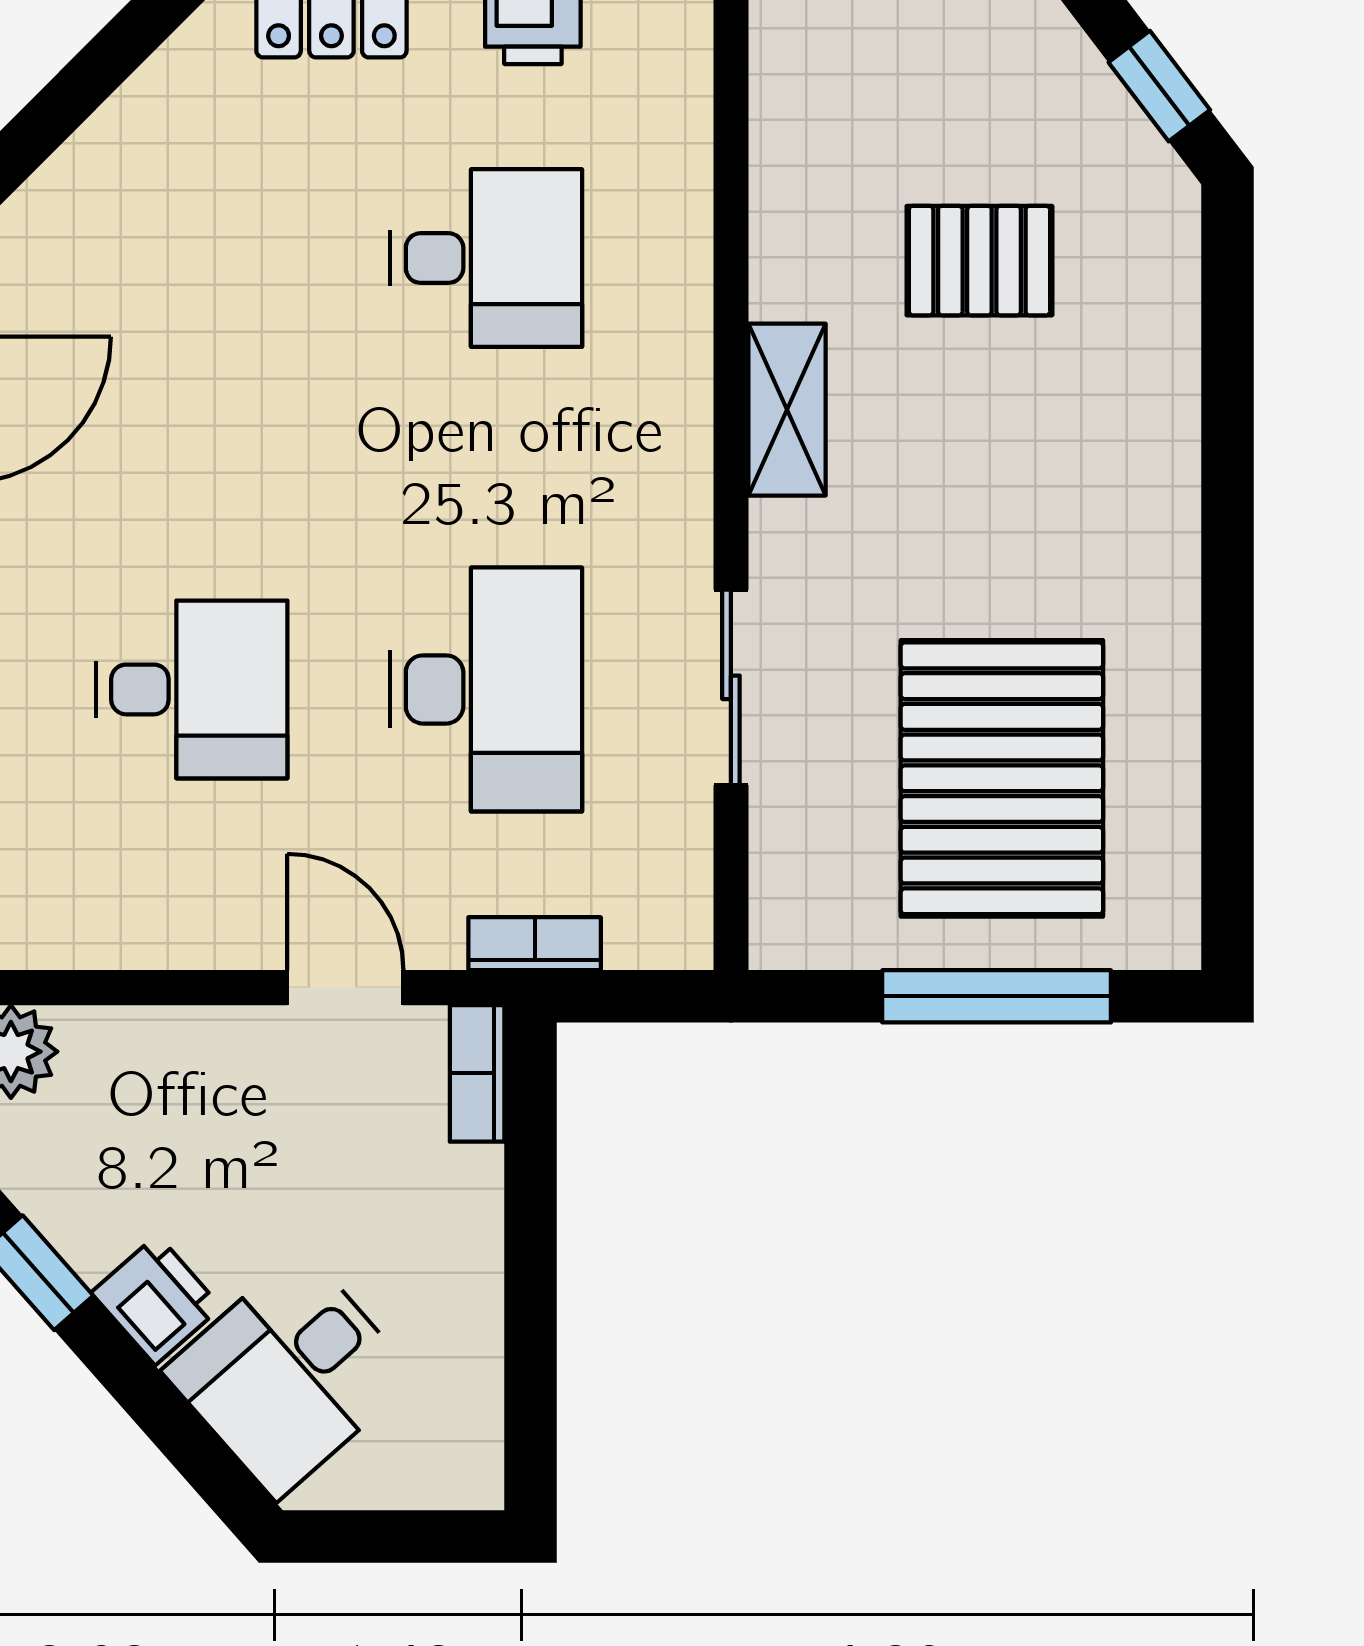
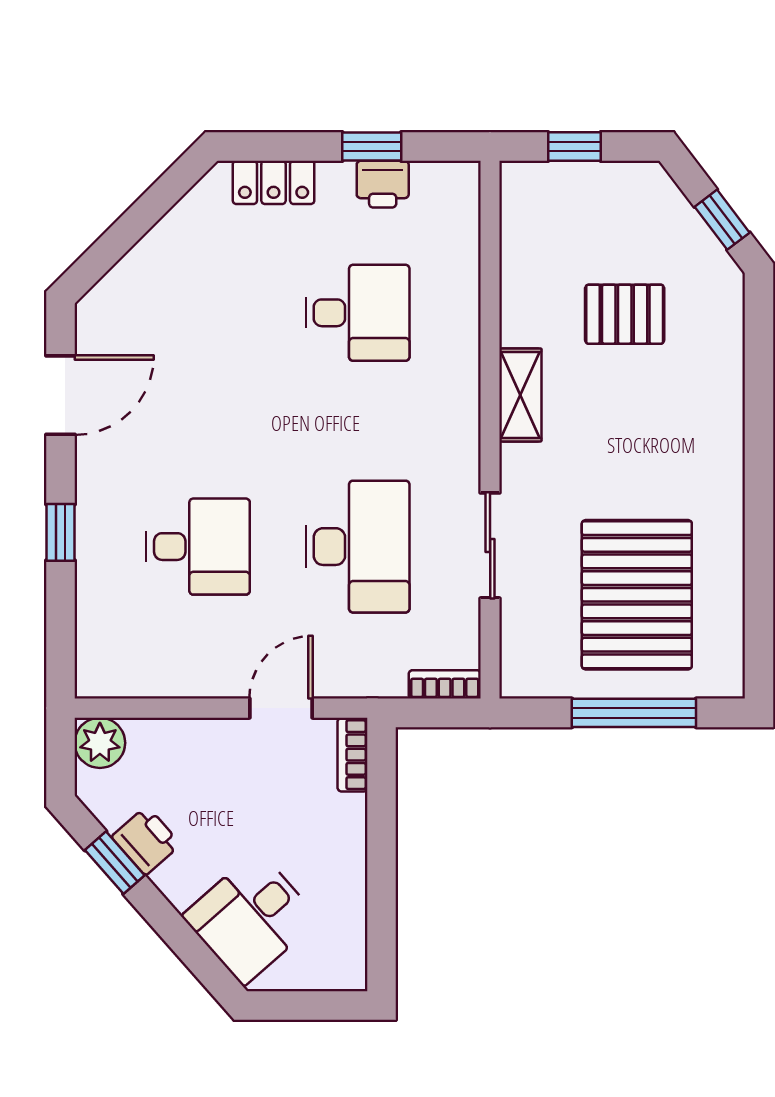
bookcase: (535, 944) -> (445, 684), moved
door: (345, 988) -> (281, 708), hinge flipped
printer: (156, 1300) -> (146, 841), moved

